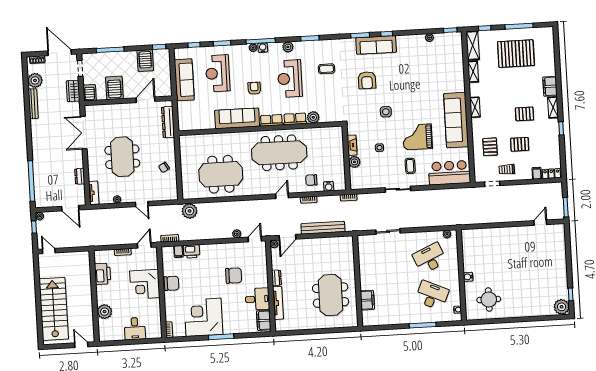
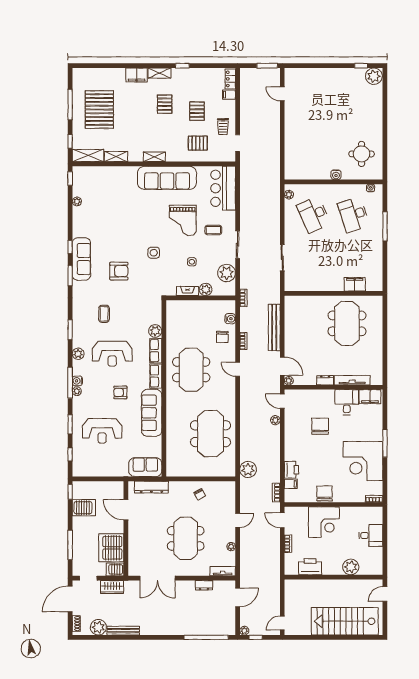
sofa: (184, 80) -> (145, 467), moved, width x0.73
server rack: (114, 88) -> (111, 548), width x1.60
meeting table: (279, 153) -> (191, 370), width x0.73
meeting table: (122, 157) -> (186, 538), turned 90
plant: (371, 180) -> (227, 273), added
meeting table: (331, 295) -> (347, 323), turned 90
desk: (432, 295) -> (354, 215), turned -42

